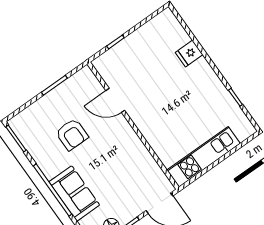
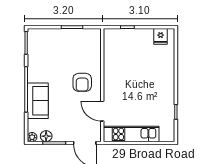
fridge: (189, 54) -> (161, 36), moved, turned -90
door: (115, 100) -> (102, 111), moved
armchair: (72, 134) -> (82, 82), moved

